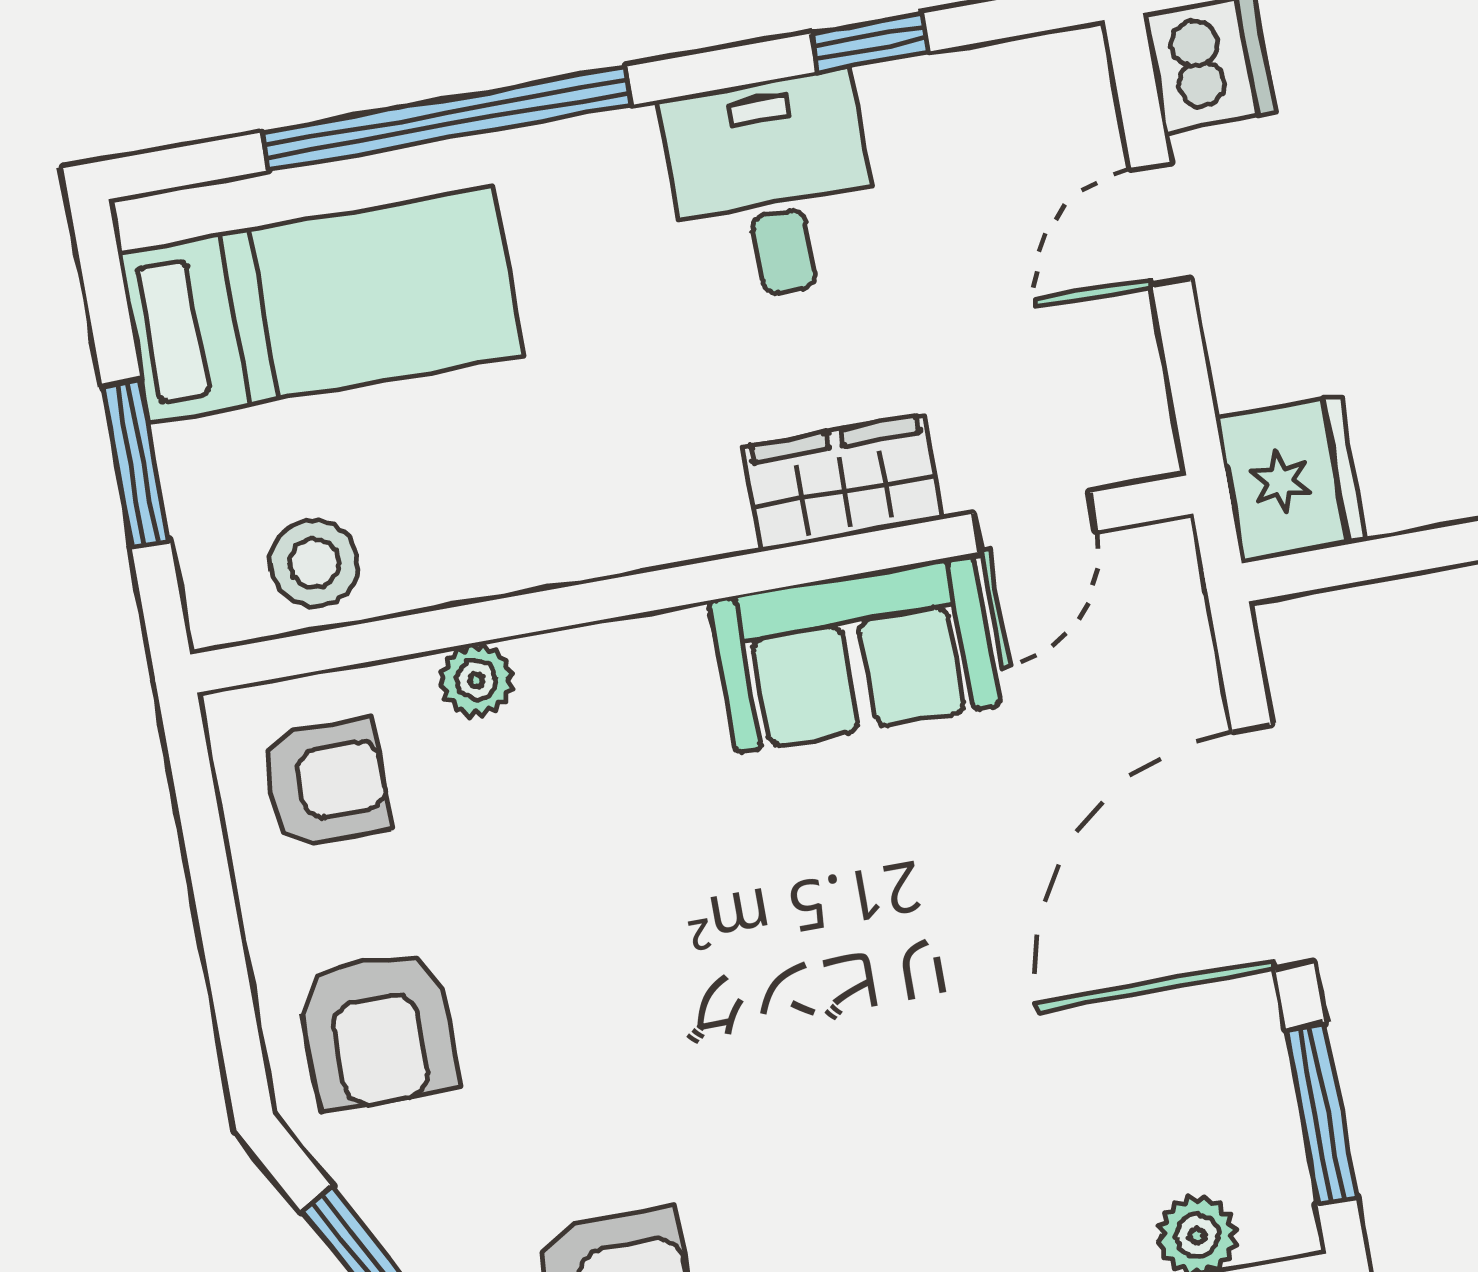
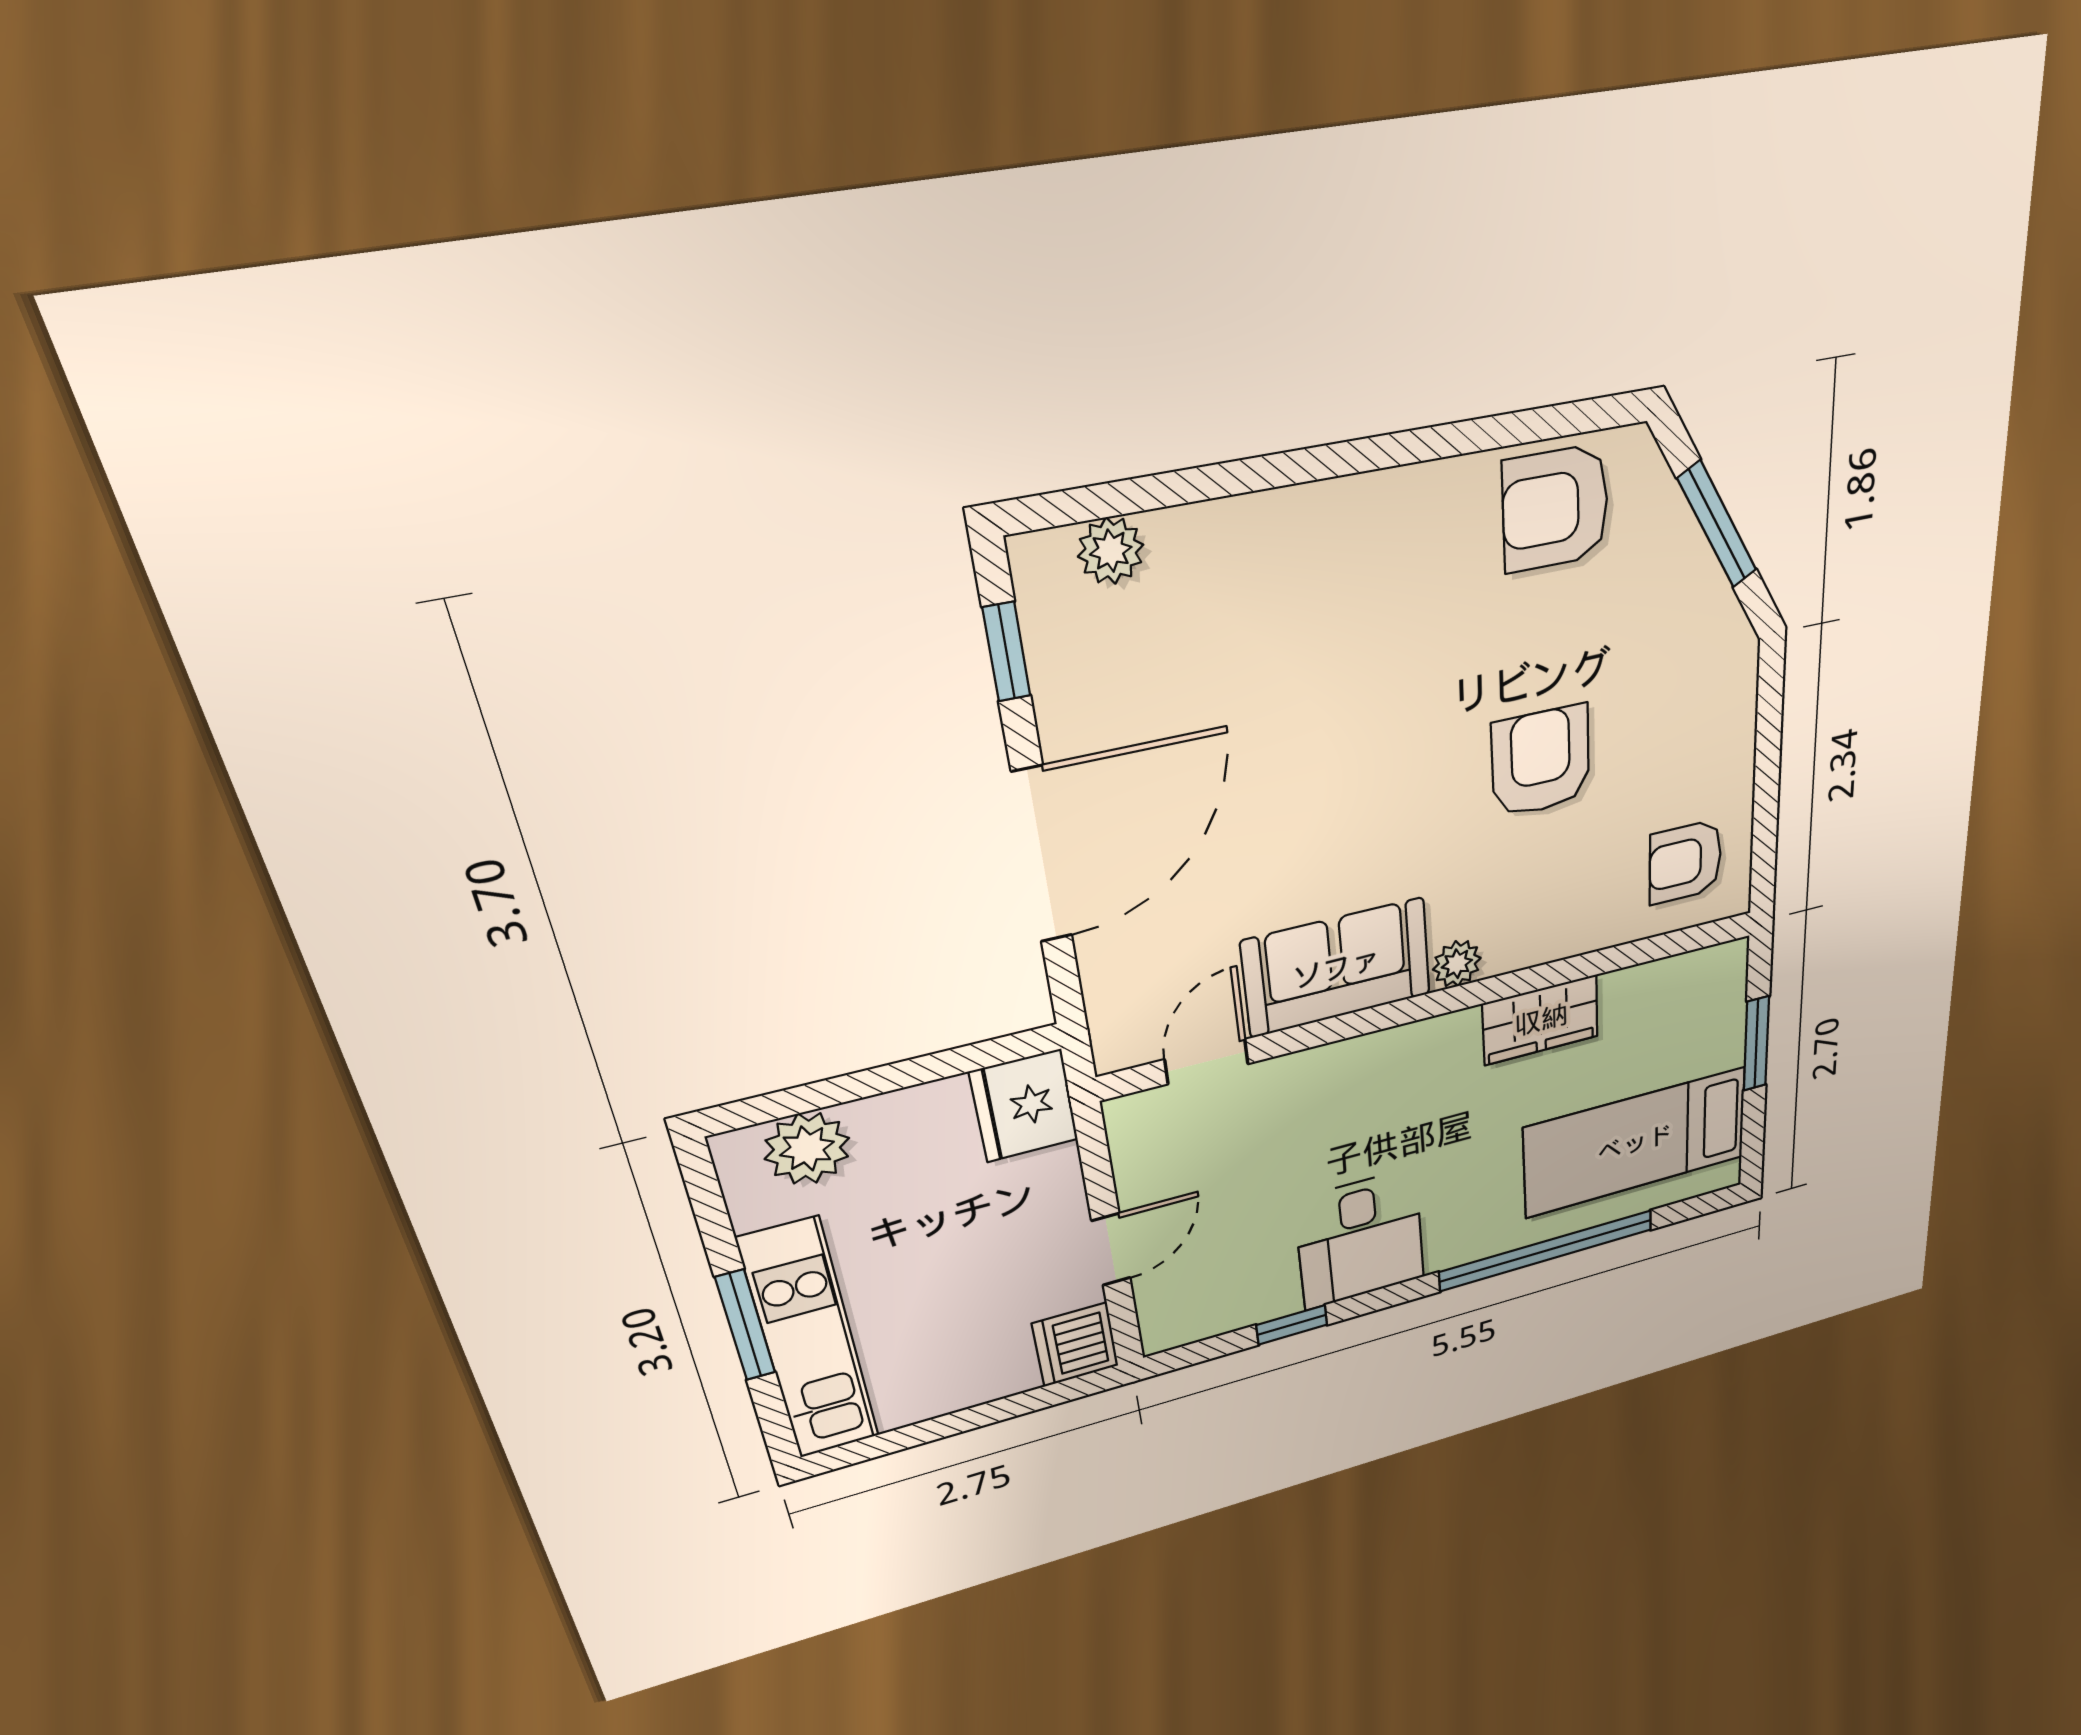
wardrobe: (843, 483) -> (1541, 1020), moved
stool: (314, 563) -> (1667, 996), removed
plant: (476, 680) -> (1457, 964), moved
armchair: (377, 1030) -> (1541, 762), moved
window: (1321, 1114) -> (1006, 652), width x0.67

